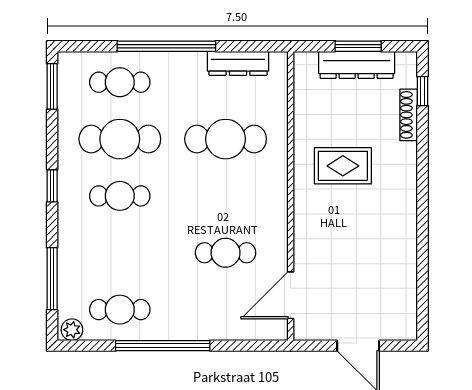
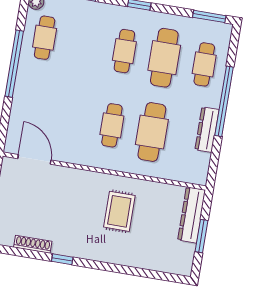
dresser: (238, 63) -> (207, 130), moved
dresser: (357, 65) -> (192, 215), moved
window: (423, 91) -> (62, 259), moved
shoe rack: (409, 115) -> (33, 244), moved
cafe table: (226, 253) -> (112, 125), moved

